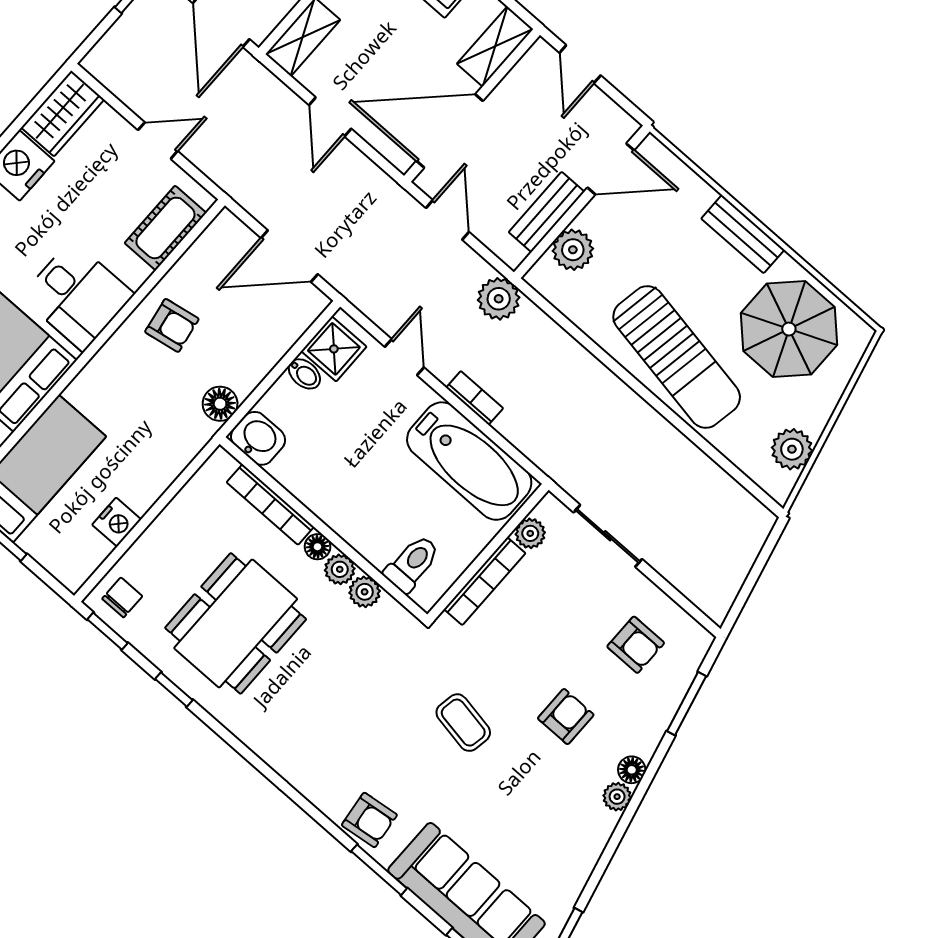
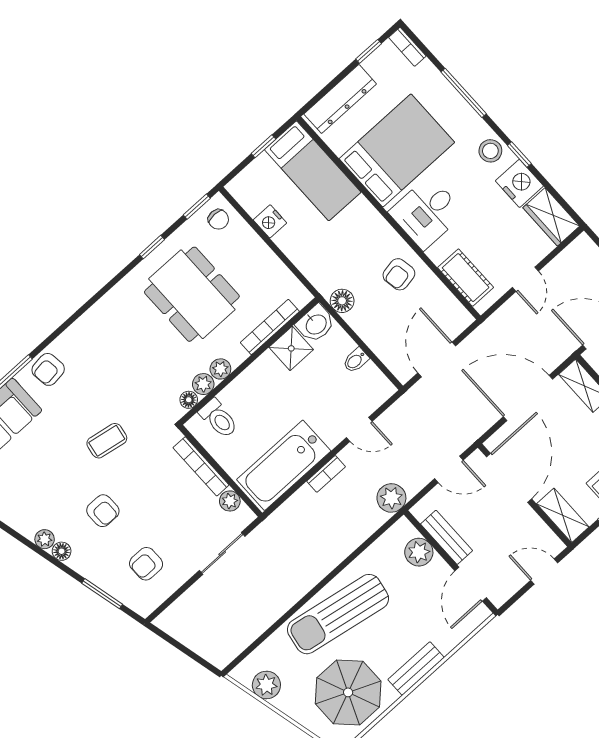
door: (330, 117) -> (528, 398), width x1.88
shower: (334, 349) -> (291, 348), moved
floor lamp: (317, 547) -> (189, 400), moved

